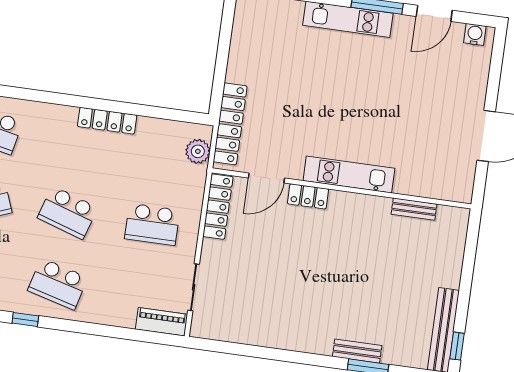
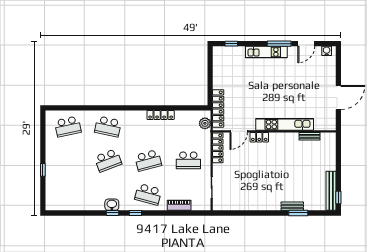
kitchen unit: (349, 175) -> (285, 124), width x1.36
school desk: (68, 213) -> (148, 160), turned -33
piano: (162, 322) -> (179, 205), moved

